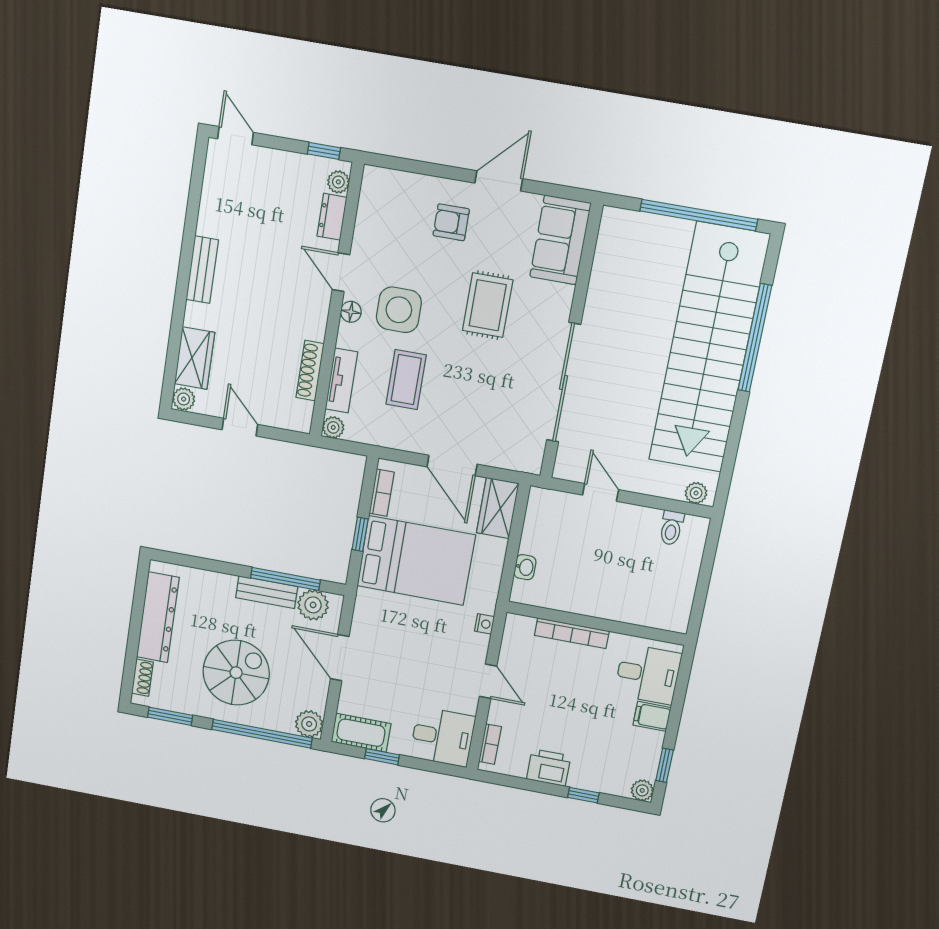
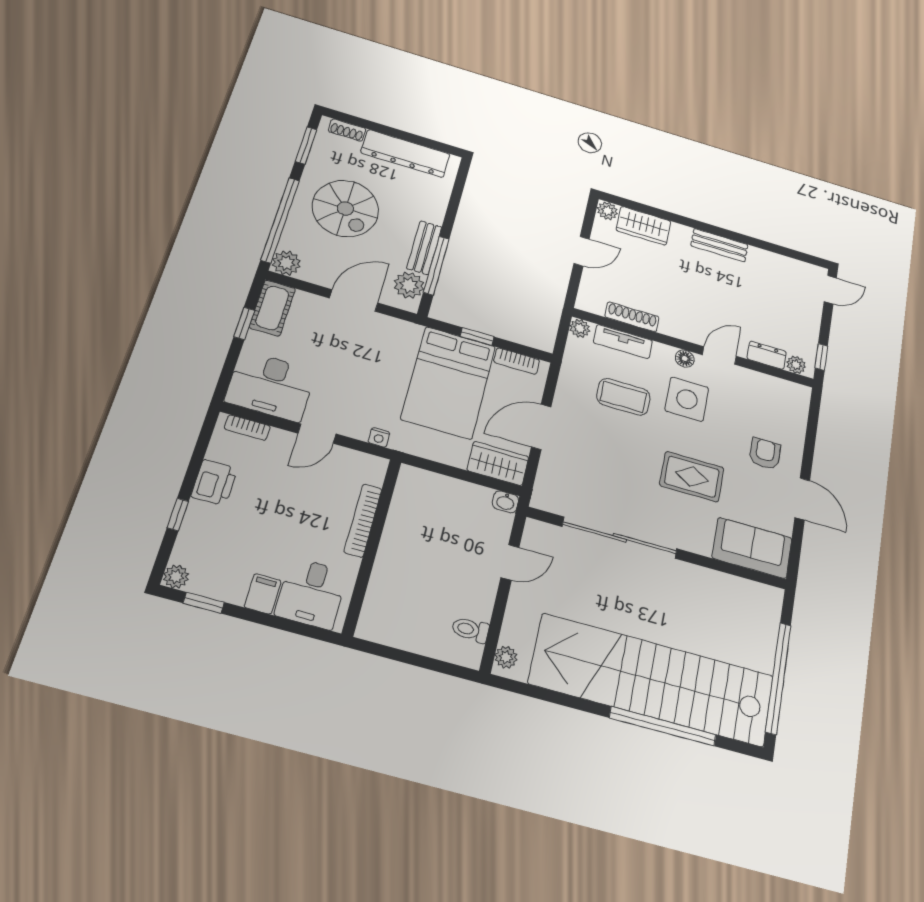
washbasin: (525, 567) -> (506, 502), moved
desk: (443, 737) -> (271, 386), width x1.37

